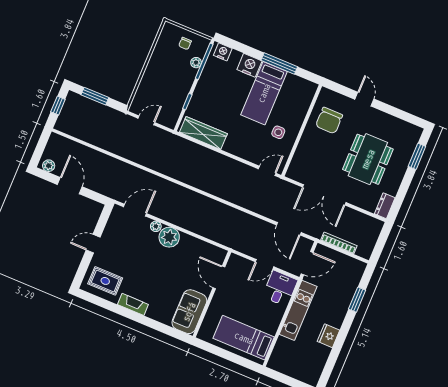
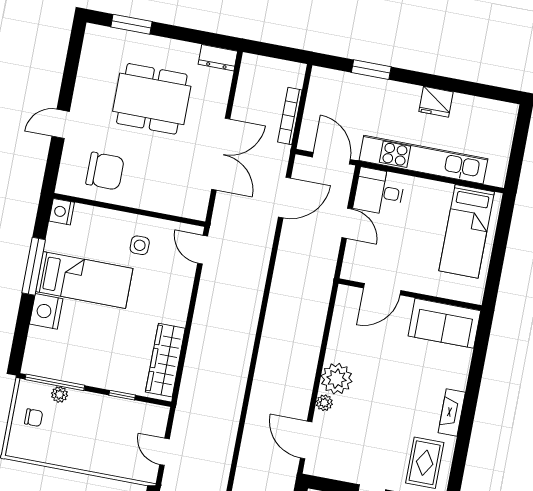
nightstand: (223, 52) -> (62, 212), moved
kitchen unit: (298, 310) -> (423, 160), width x1.36

